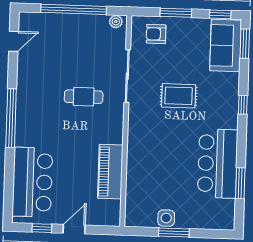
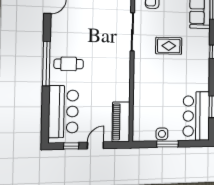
cafe table: (84, 97) -> (69, 64), moved
bar counter: (218, 163) -> (196, 116), moved
piano: (110, 172) -> (121, 122), moved

